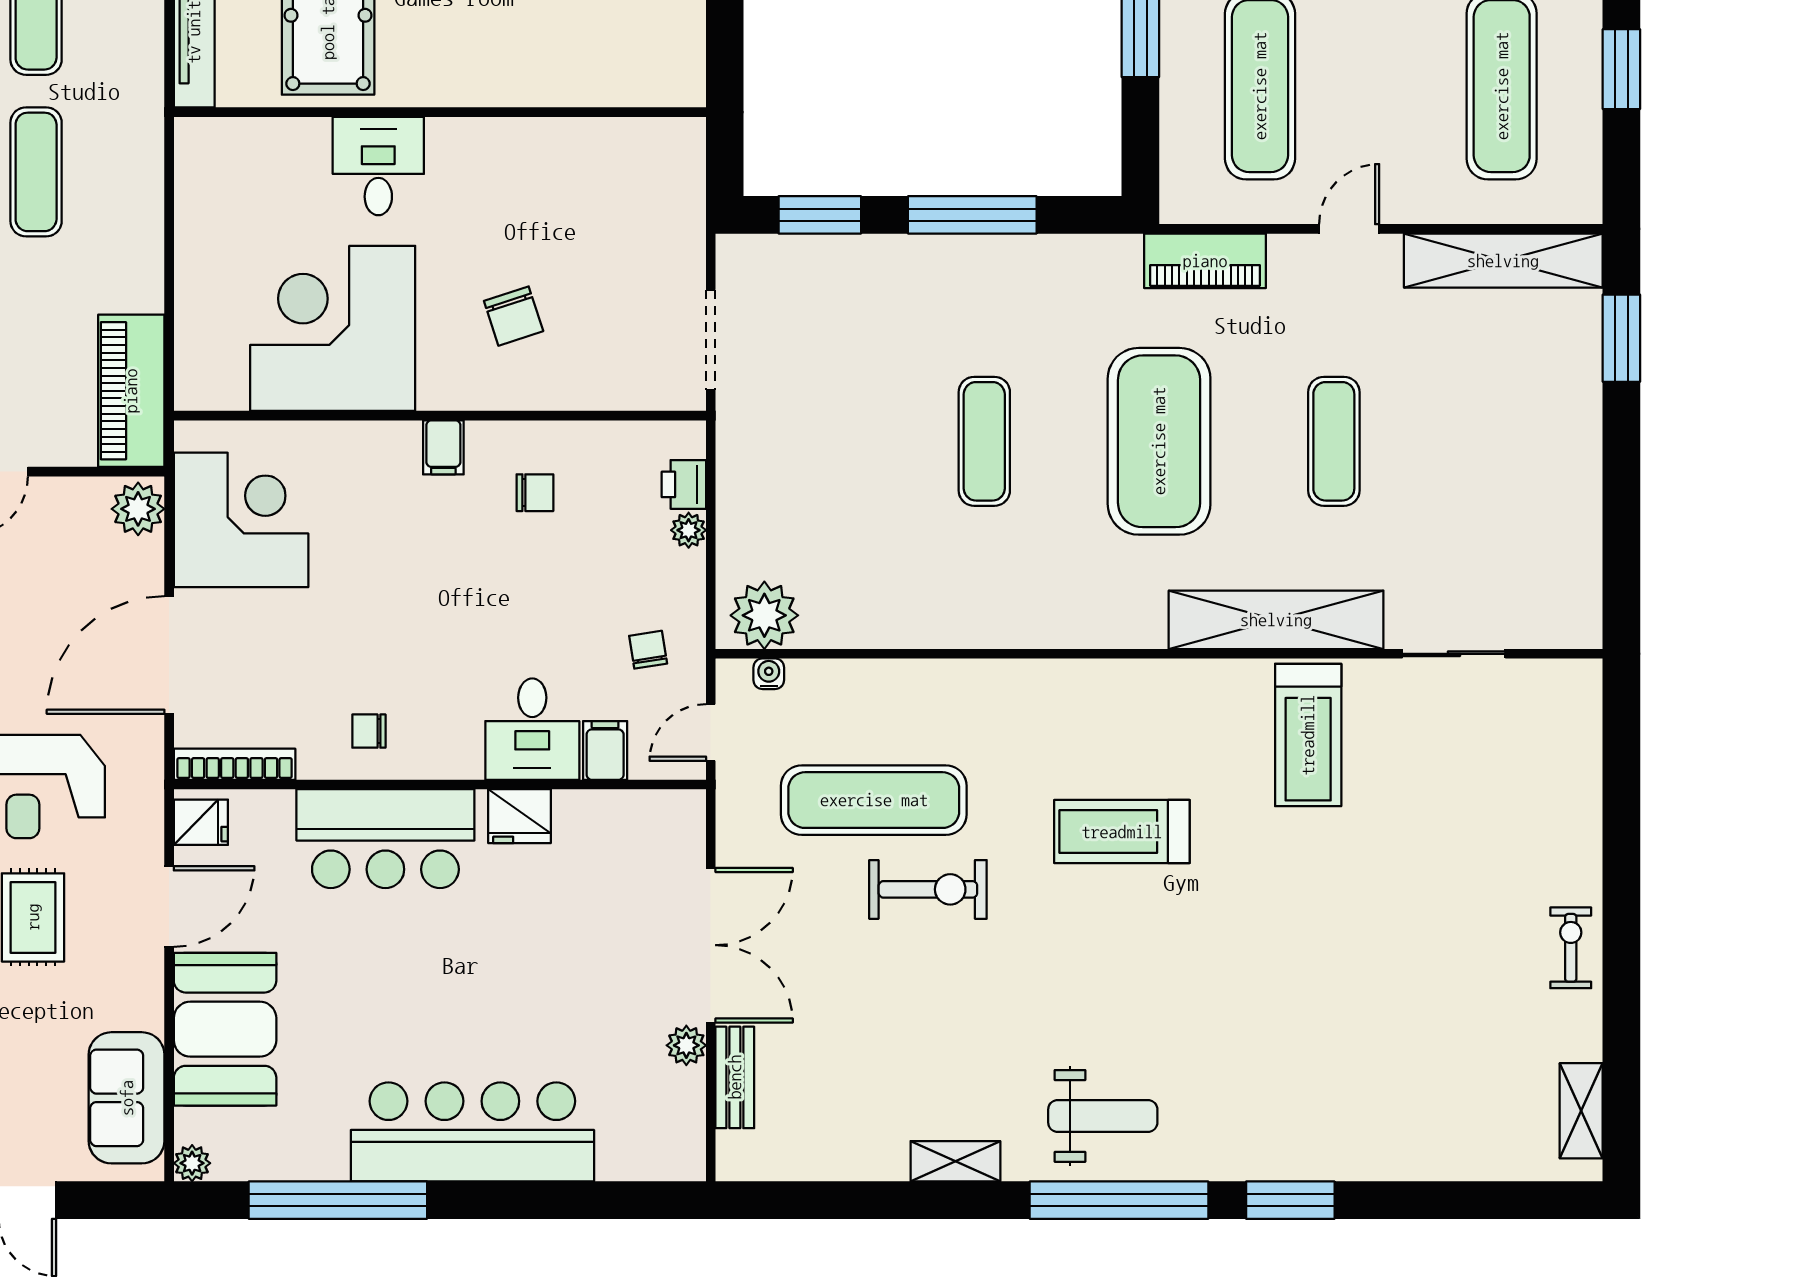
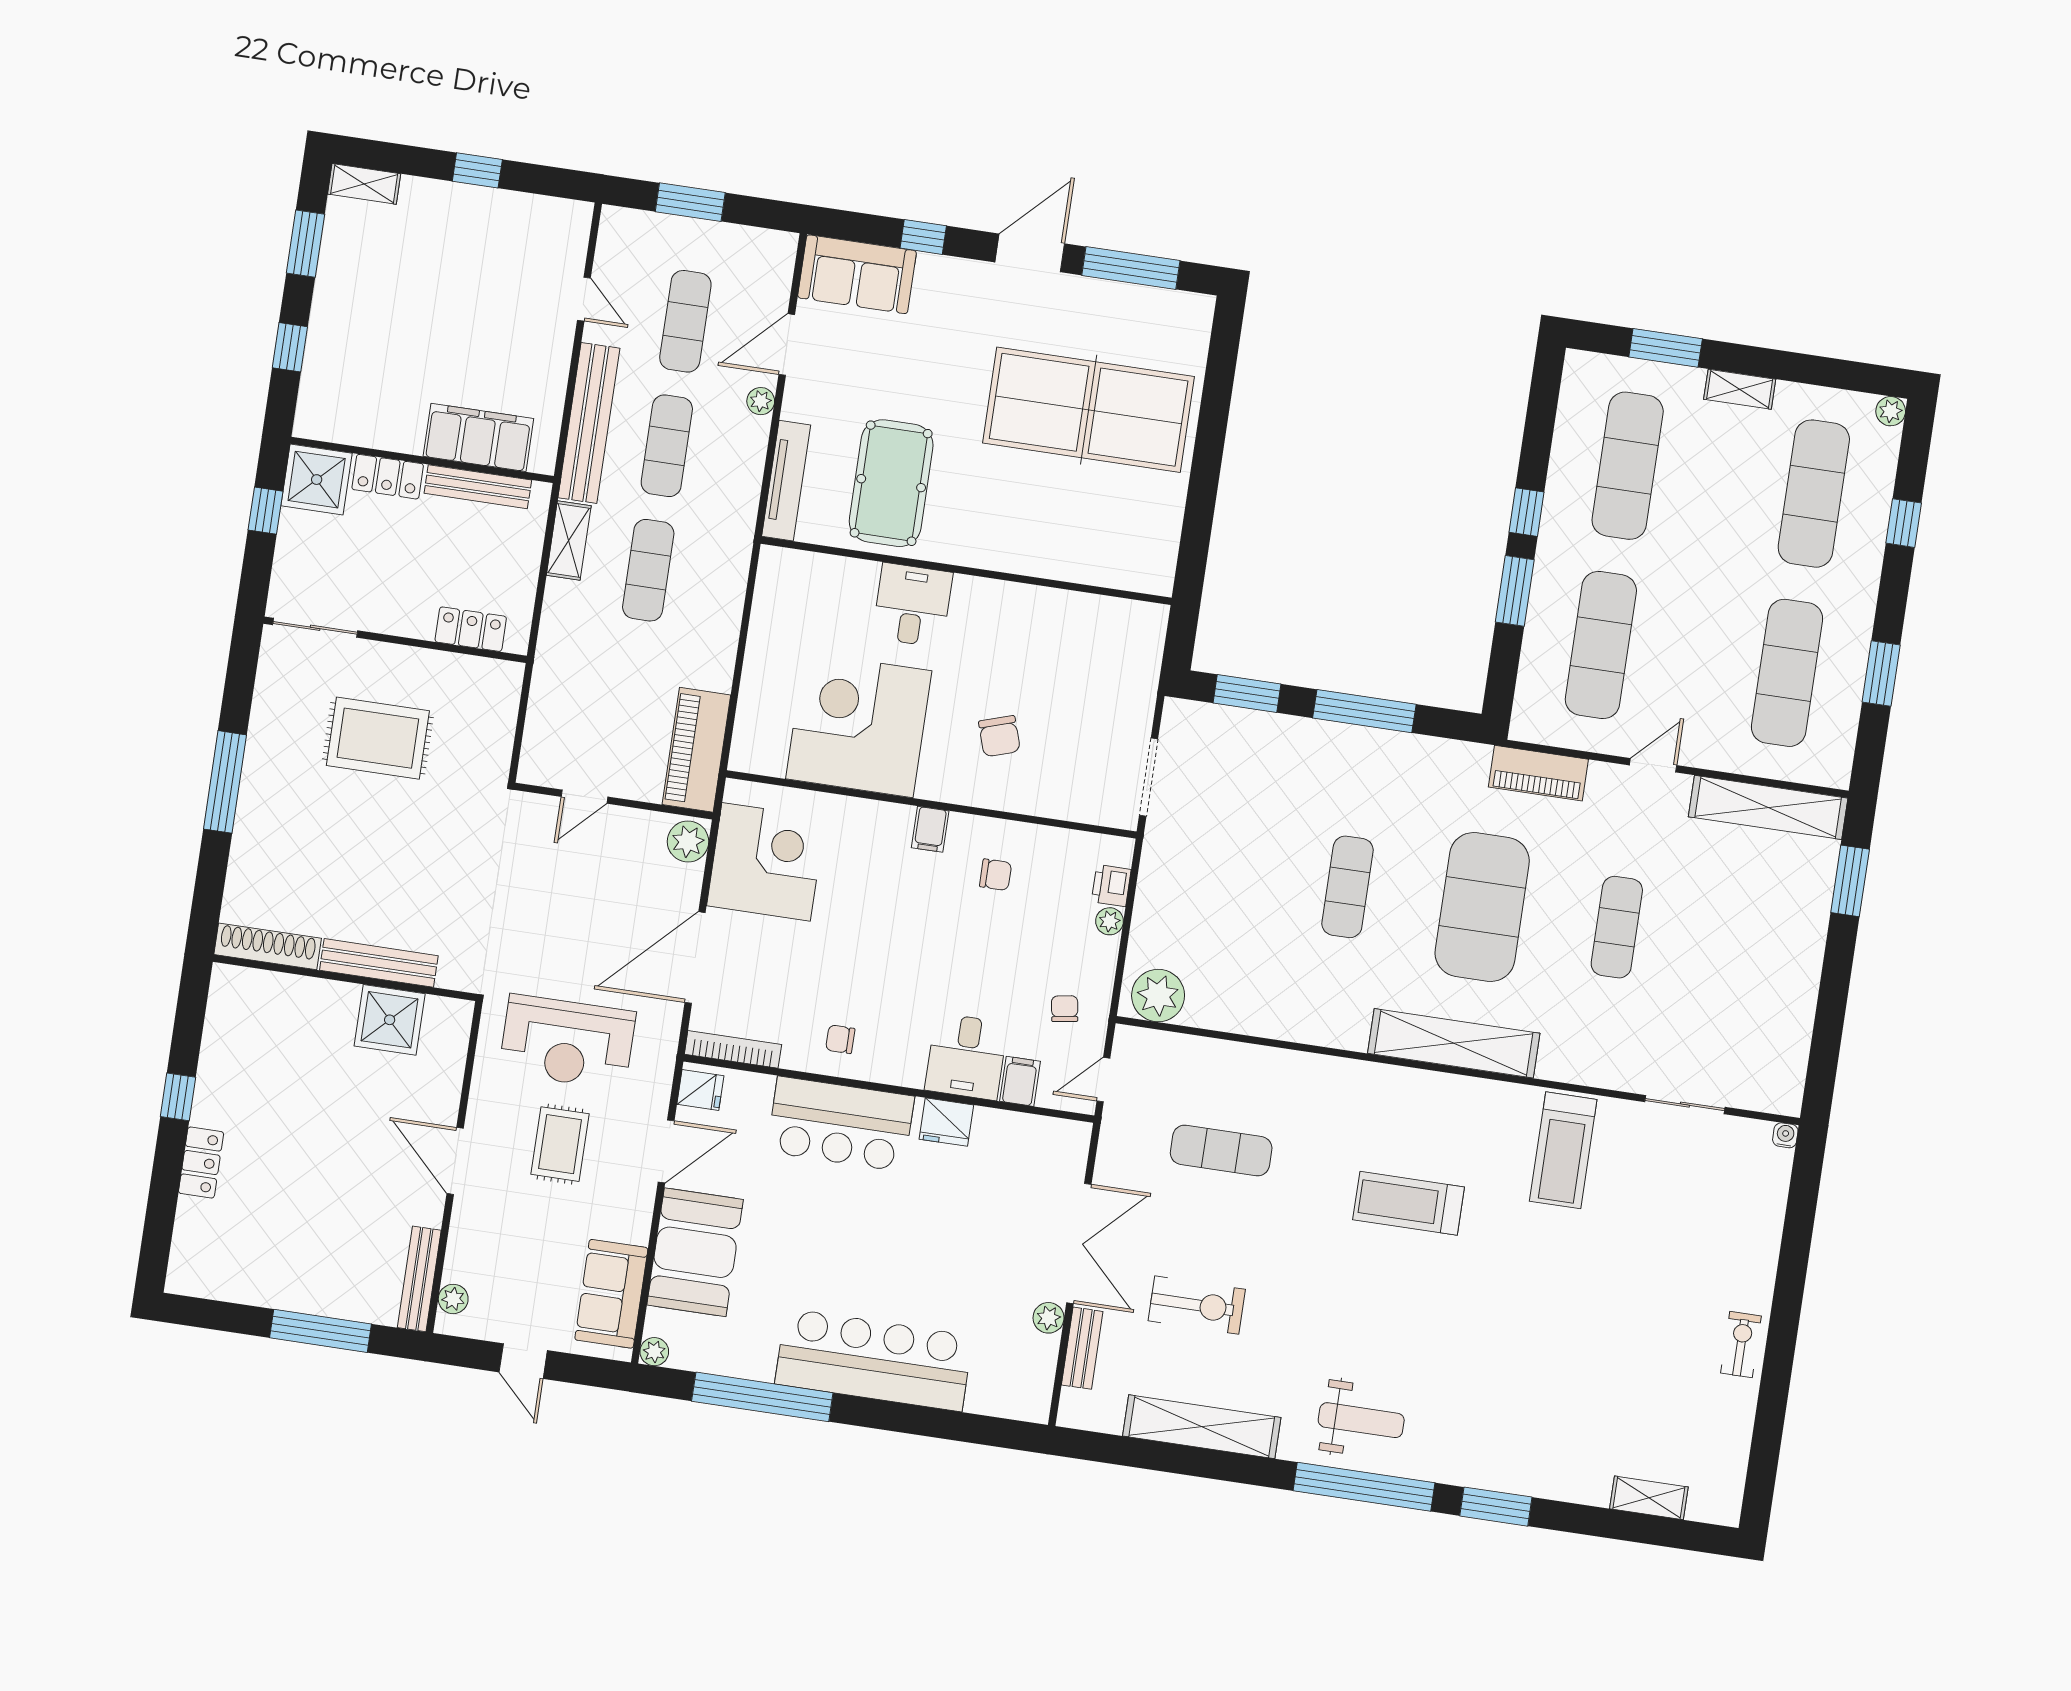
shelving: (1276, 620) -> (1454, 1043), moved
water cooler: (769, 674) -> (1785, 1135), moved
exercise mat: (874, 800) -> (1221, 1151), width x0.73, depth x0.69
exercise bike: (928, 889) -> (1197, 1305), moved
shelving: (1581, 1111) -> (1649, 1498), moved, turned 90
shelving: (955, 1161) -> (1202, 1427), width x2.20, depth x1.33

